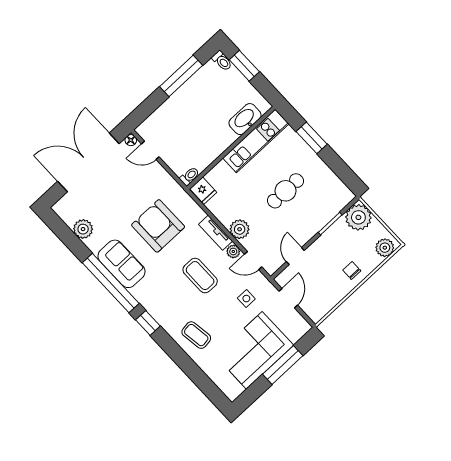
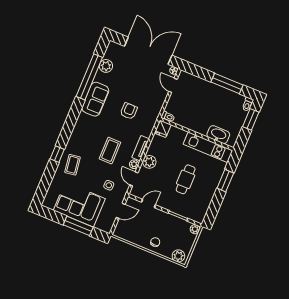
cafe table: (285, 191) -> (186, 179), turned 90
plant: (358, 217) -> (195, 229), width x0.53, depth x0.53
armchair: (158, 226) -> (129, 111), width x0.53, depth x0.53
window: (111, 283) -> (89, 77), moved
window: (148, 323) -> (57, 154), moved

